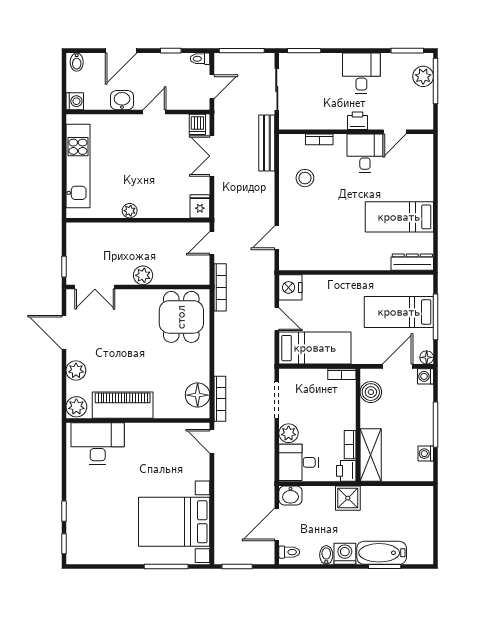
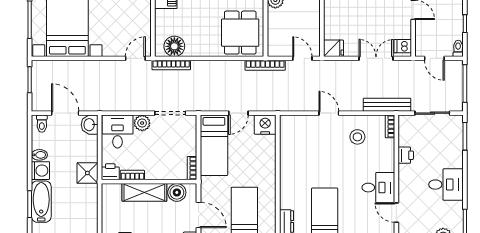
printer: (358, 121) -> (406, 155), moved
bookcase: (319, 139) -> (390, 126), moved
door: (277, 238) -> (329, 113), moved
dining table: (181, 317) -> (240, 33), turned 90
shelving: (371, 455) -> (144, 192), moved

